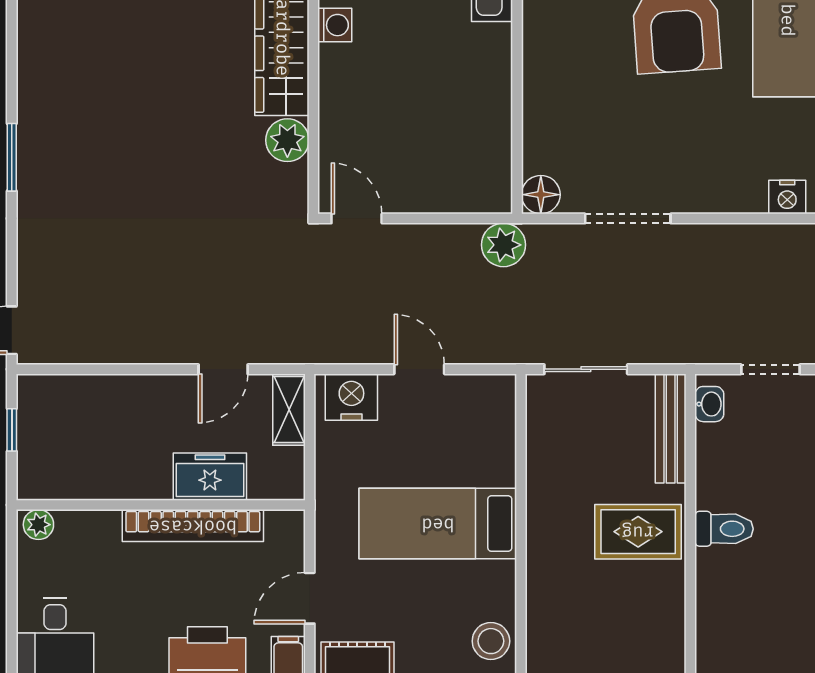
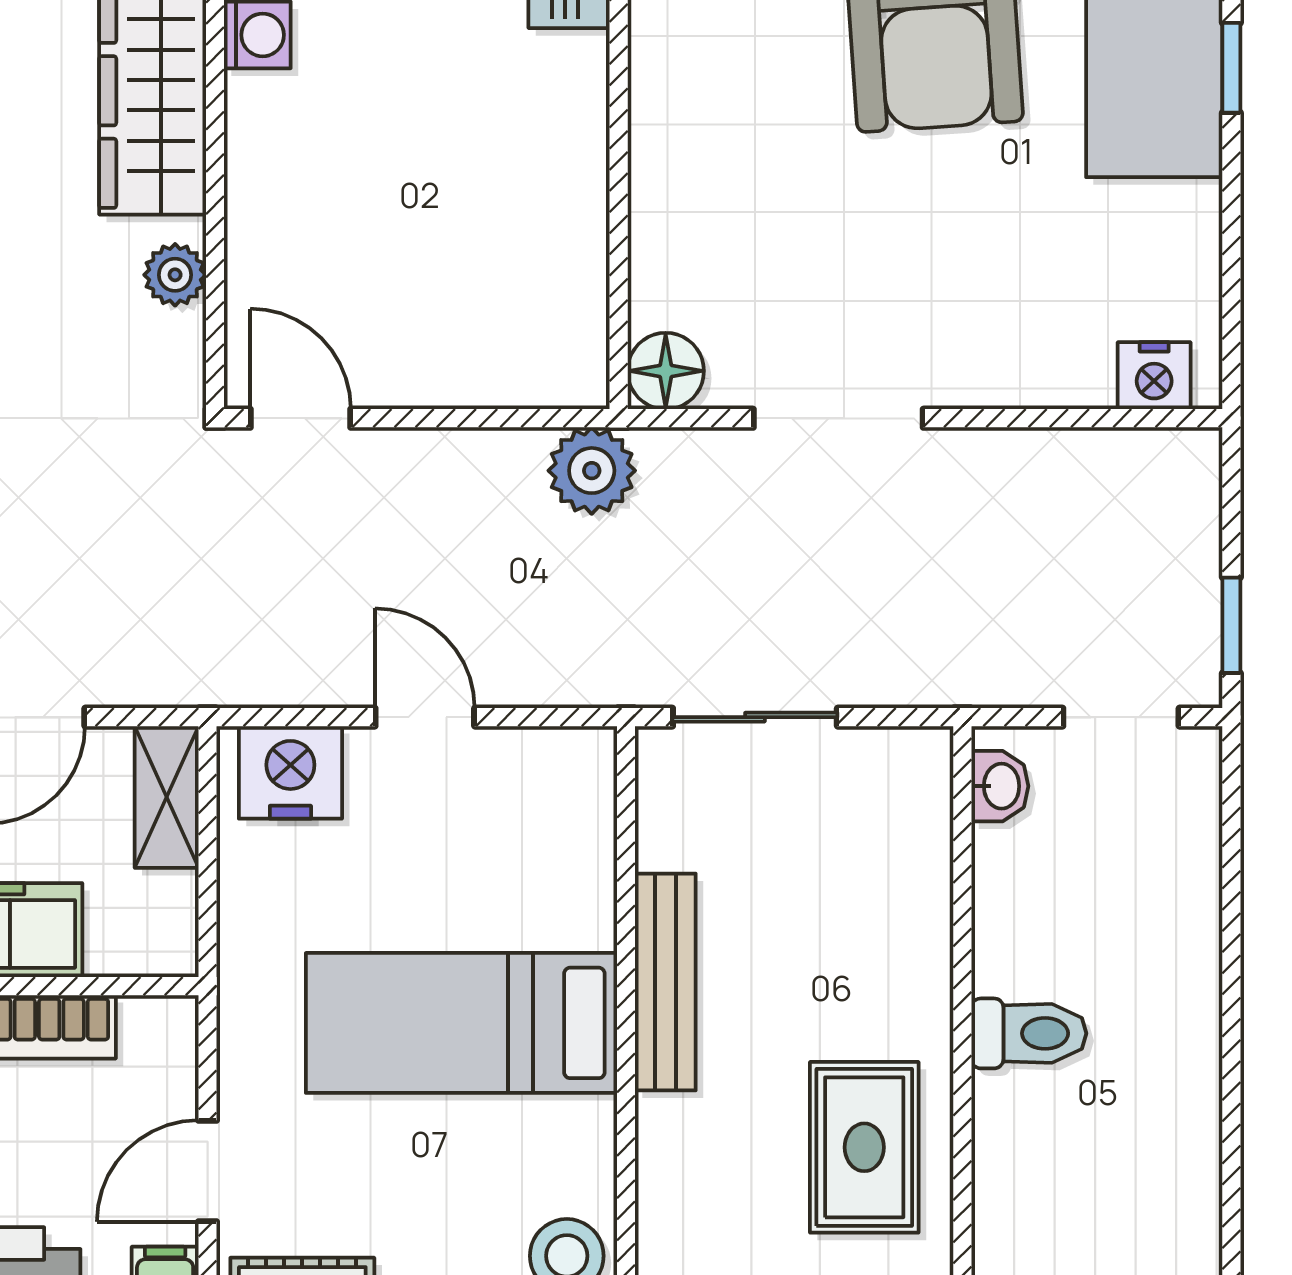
plant: (287, 140) -> (175, 275), width x0.73, depth x0.73
bench: (671, 428) -> (665, 982), moved
rug: (638, 532) -> (864, 1147), moved, turned 90

